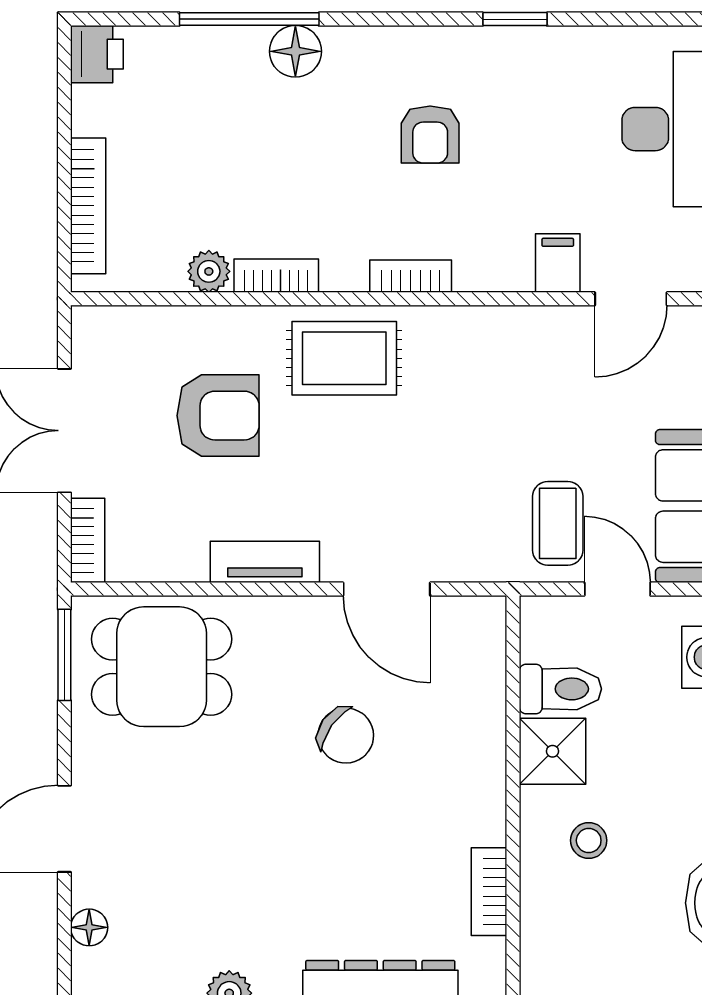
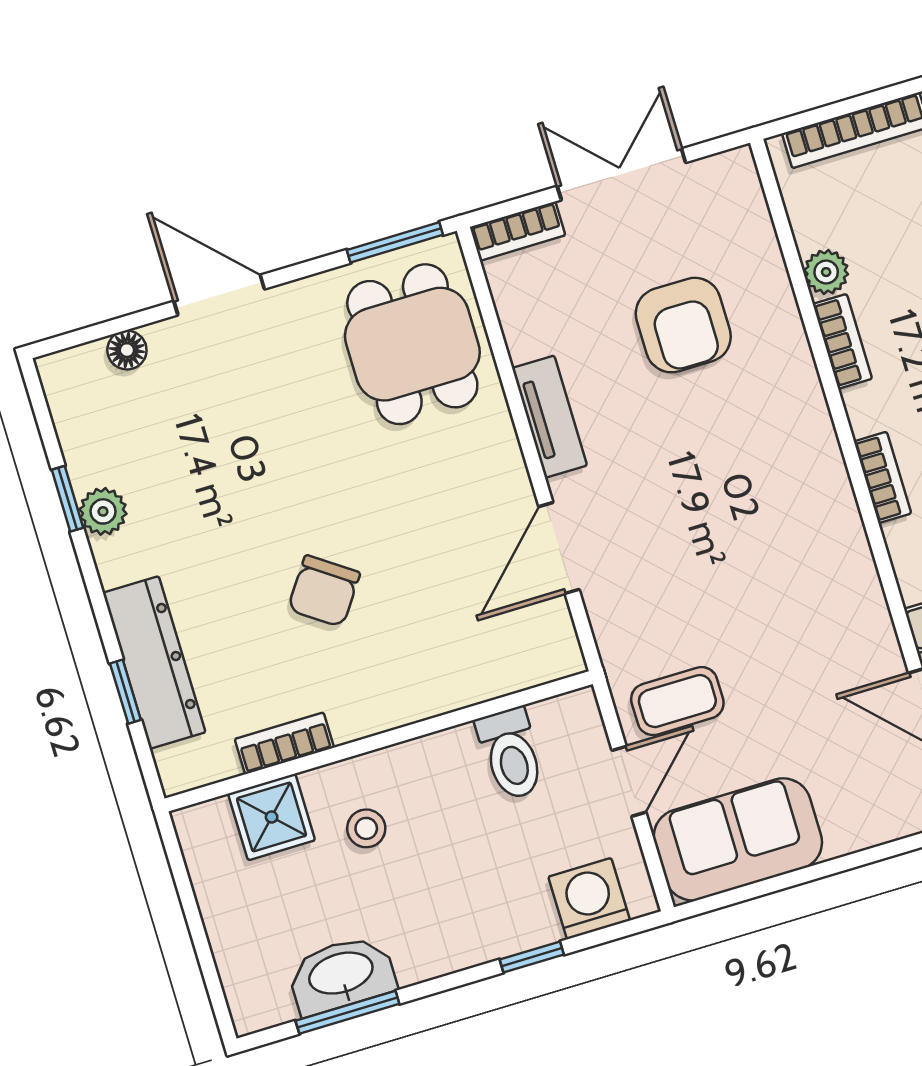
rug: (344, 358) -> (779, 435), removed
chair: (346, 736) -> (324, 591), moved
shower: (552, 751) -> (272, 817), moved

